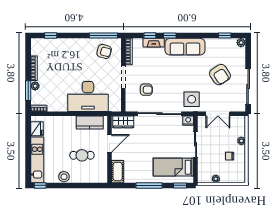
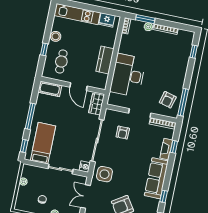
window: (170, 36) -> (164, 196), moved
kitchen counter: (90, 122) -> (105, 60), moved
cafe table: (82, 155) -> (61, 62), moved
window: (40, 185) -> (44, 49), moved

